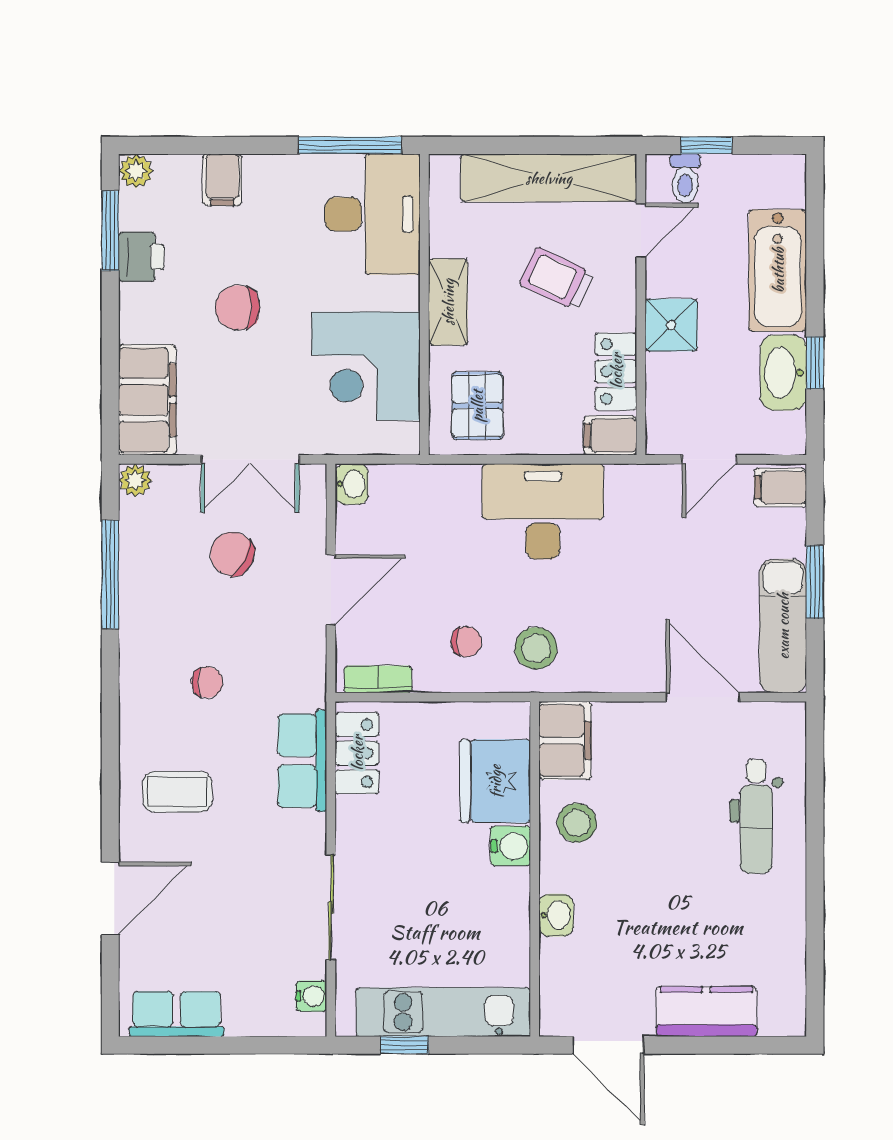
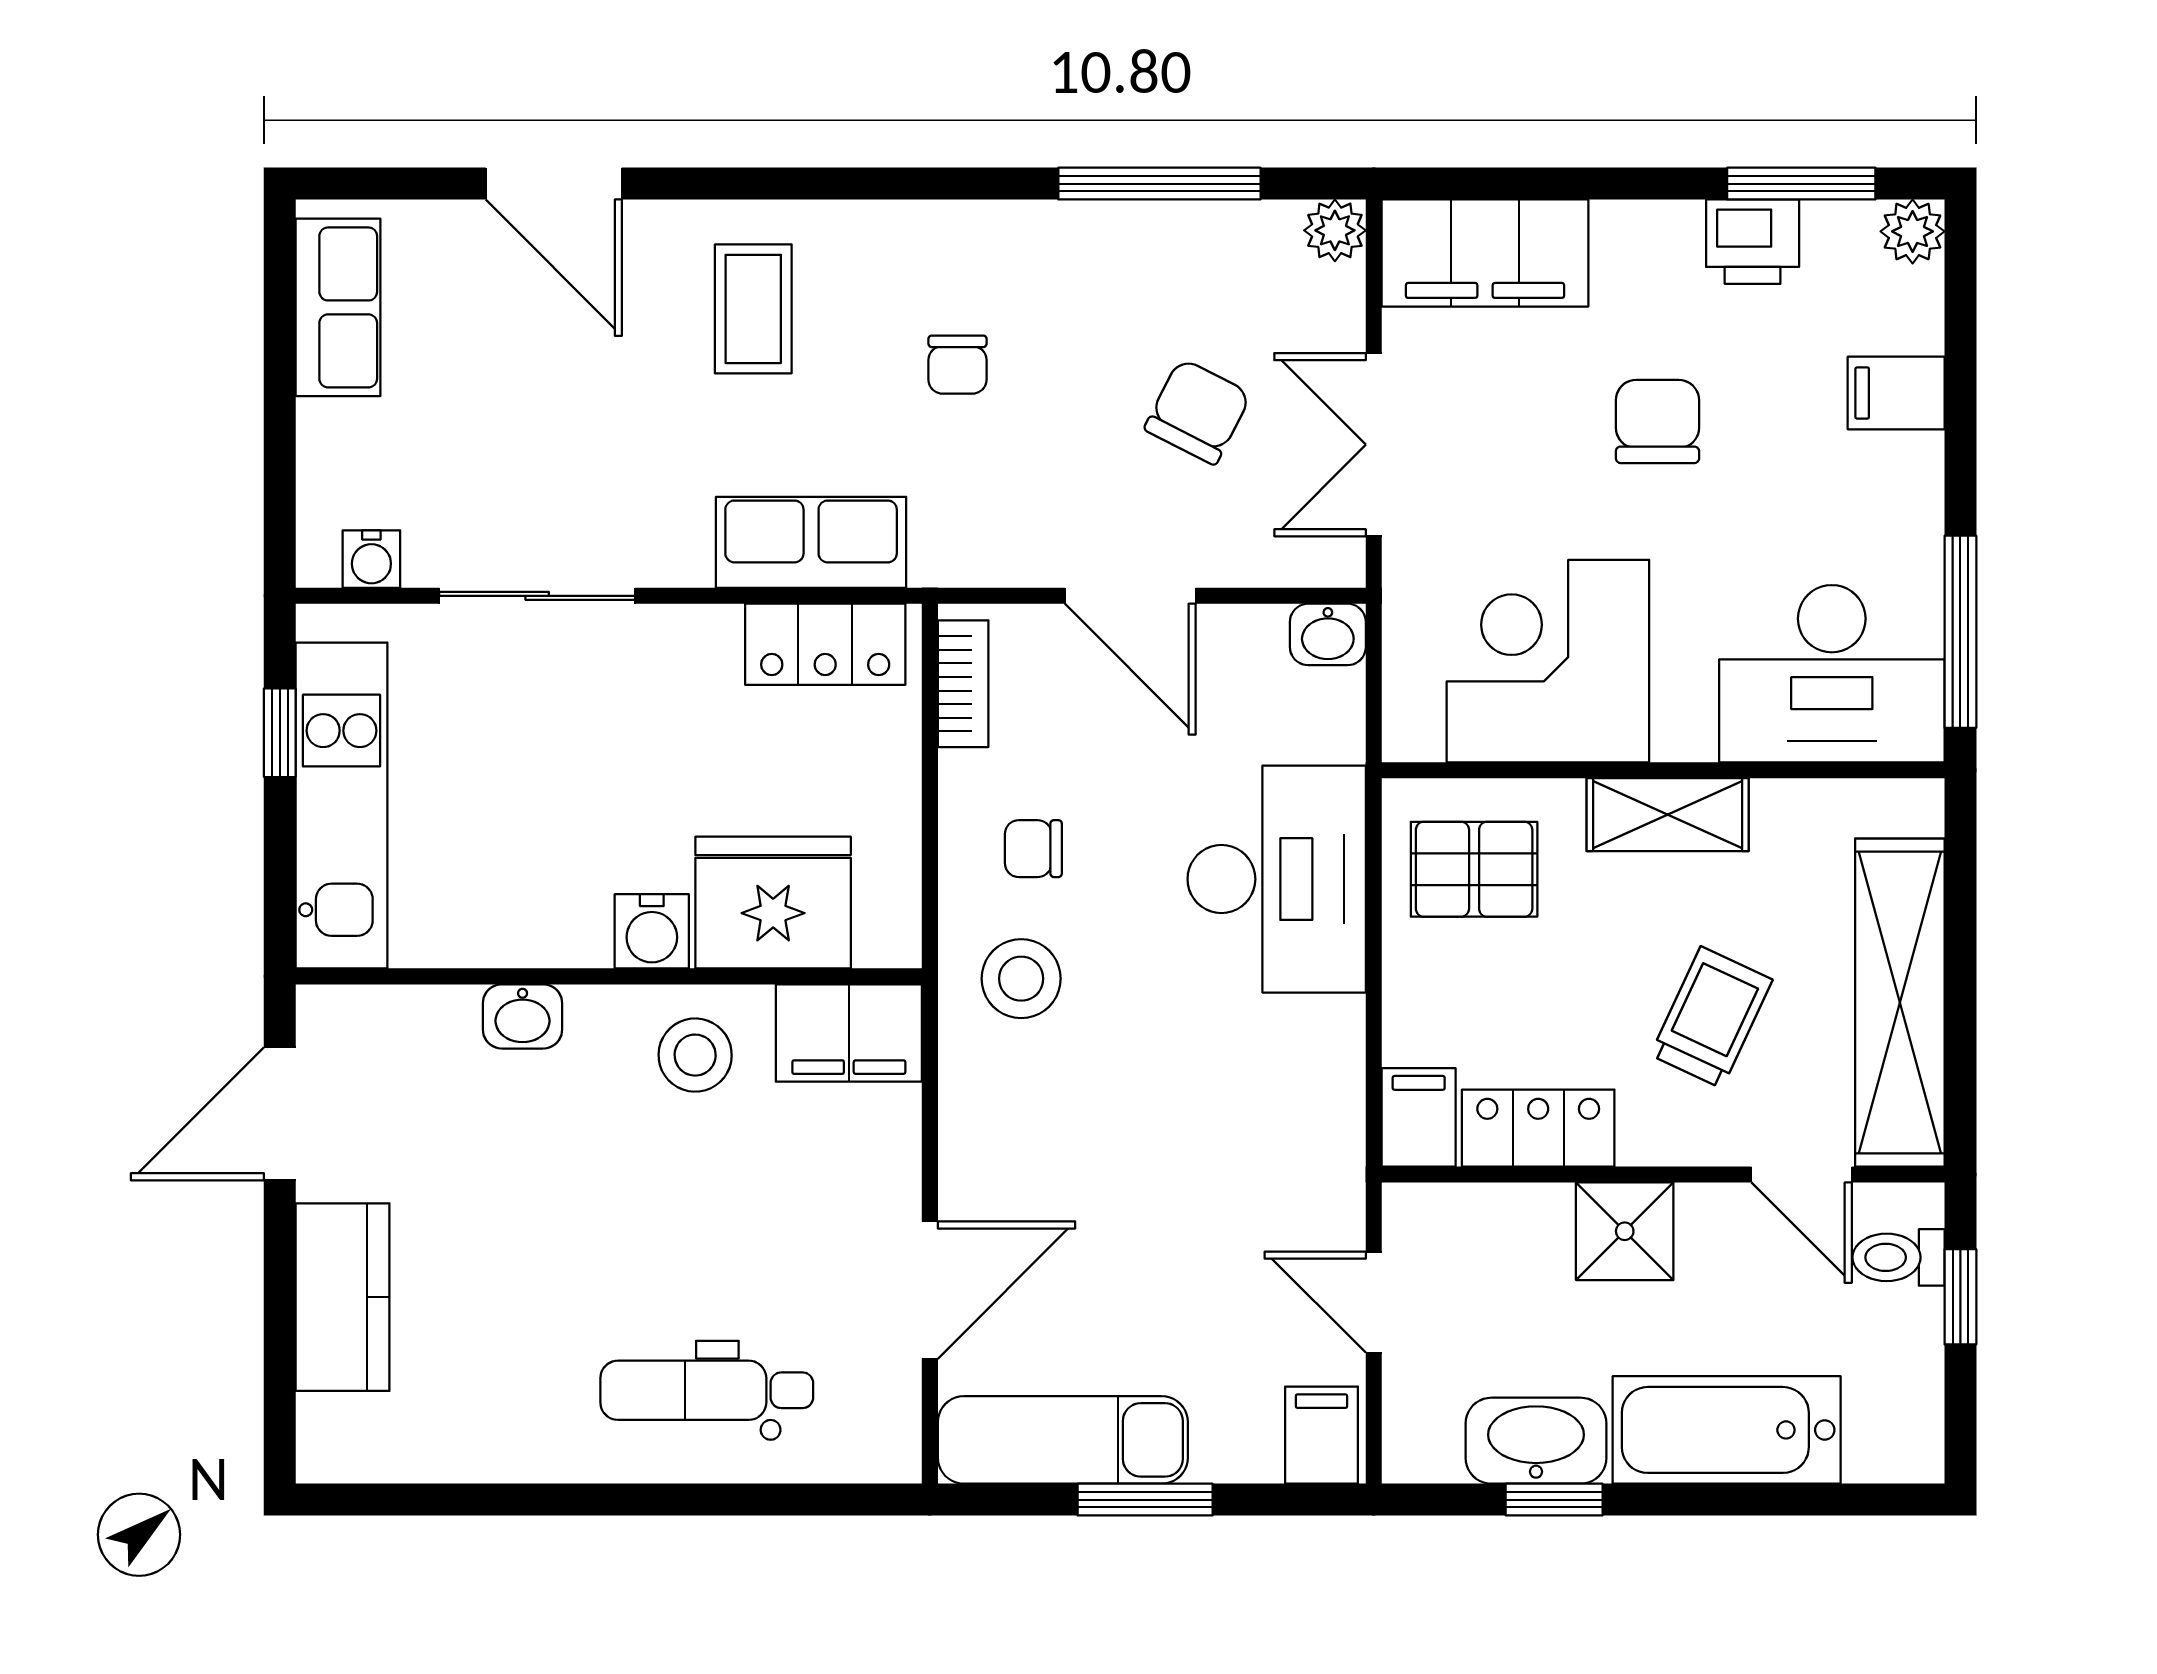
desk: (543, 511) -> (1277, 879), moved
chair: (466, 642) -> (1033, 849), turned 90

